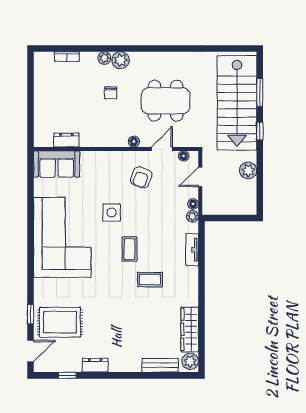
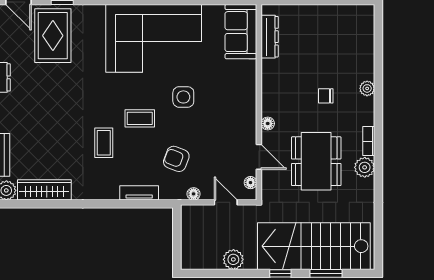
bookcase: (67, 57) -> (369, 141), moved
plant: (121, 60) -> (365, 167), moved
dresser: (66, 140) -> (270, 37), width x1.44
armchair: (141, 177) -> (176, 159), moved
plant: (192, 216) -> (179, 193), removed

